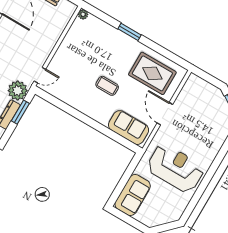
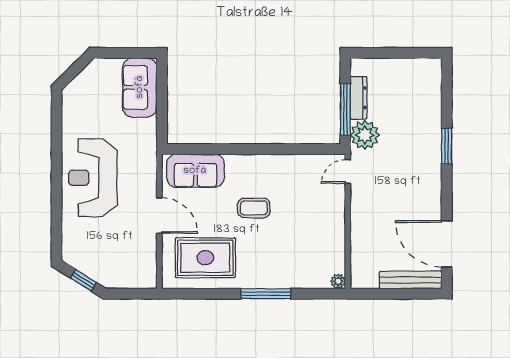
window: (129, 32) -> (266, 294), width x1.44
window: (20, 112) -> (345, 110), width x1.44
reception desk: (175, 168) -> (93, 178), moved, turned 90

